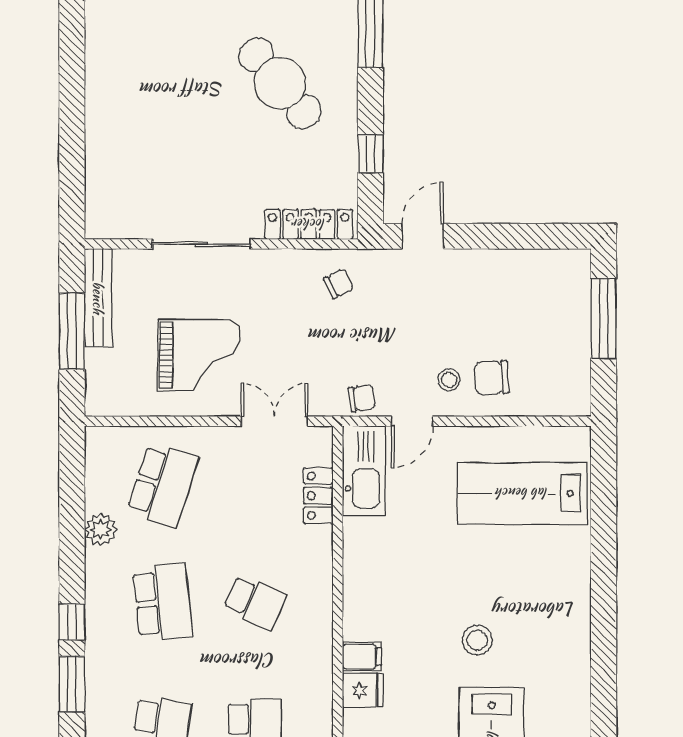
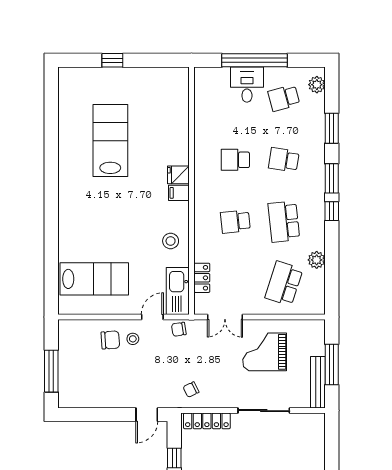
school desk: (255, 602) -> (235, 222), turned -30
stool: (477, 640) -> (171, 241), moved

